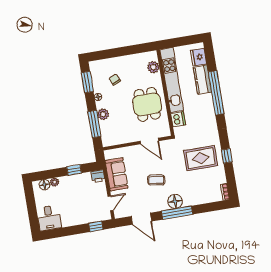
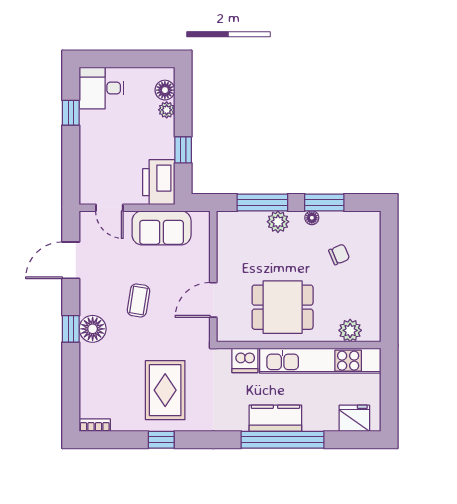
kitchen counter: (202, 80) -> (275, 418), moved
window: (87, 82) -> (324, 202), moved
printer: (98, 176) -> (159, 182), width x1.87, depth x1.48
window: (177, 213) -> (71, 329), width x0.46
window: (96, 226) -> (71, 113), moved

